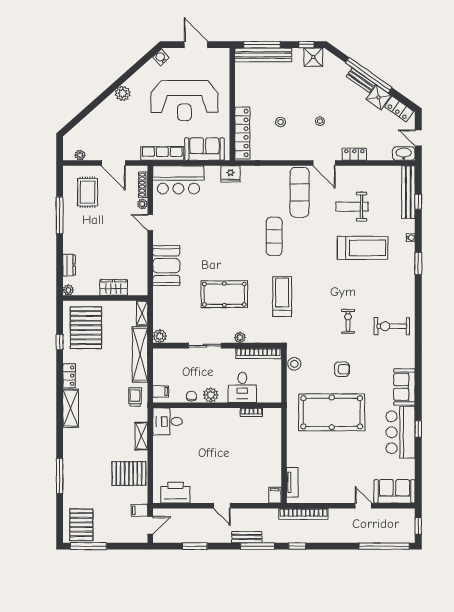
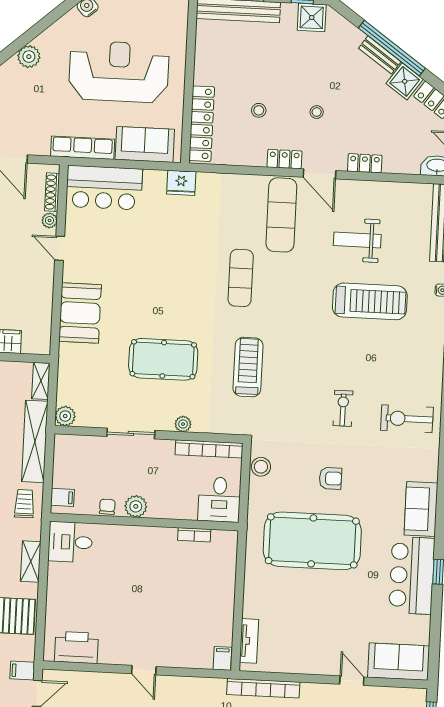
reception desk: (184, 101) -> (119, 72), turned 180
locker: (300, 154) -> (284, 159), added
desk: (242, 387) -> (219, 499), moved

